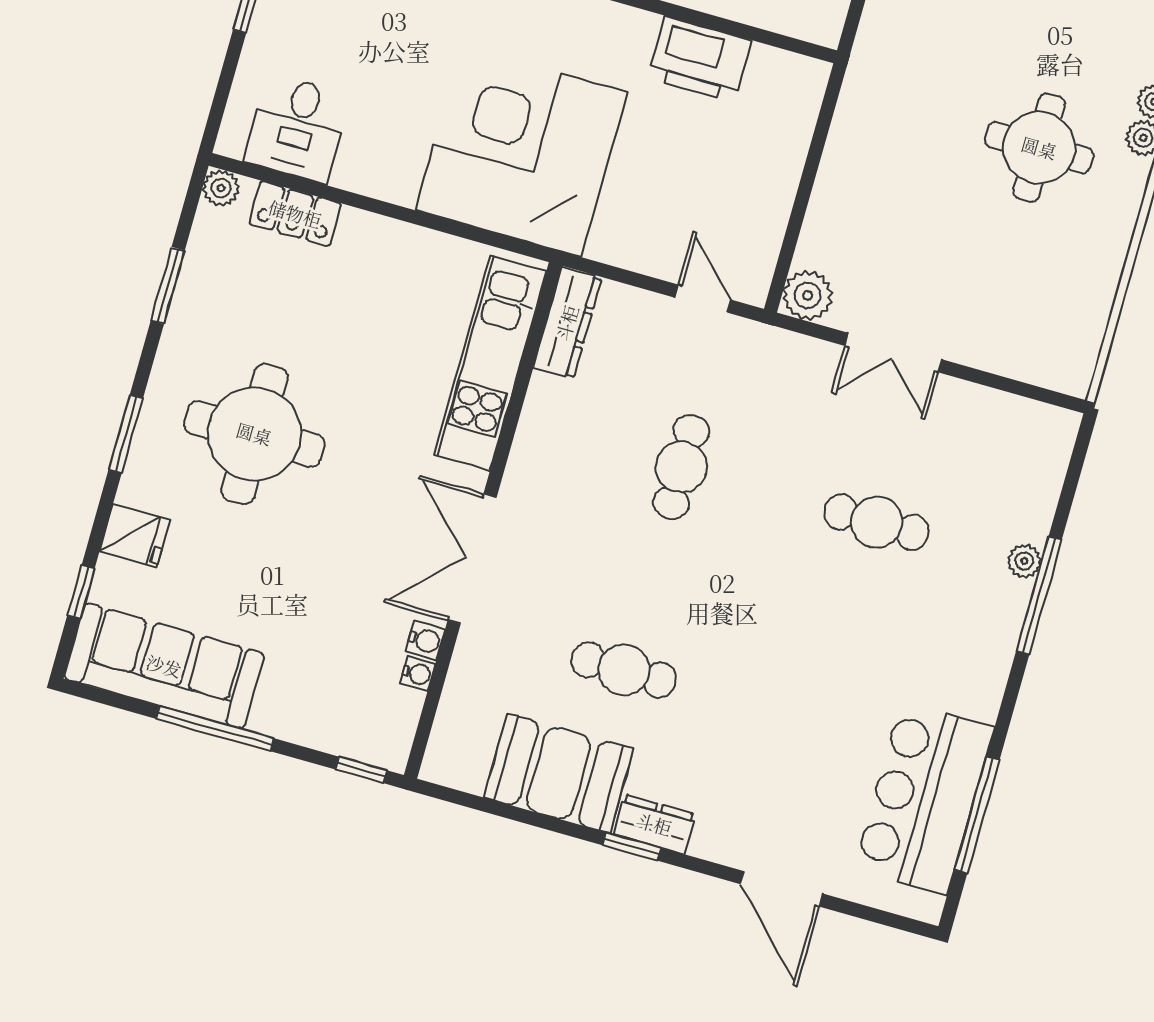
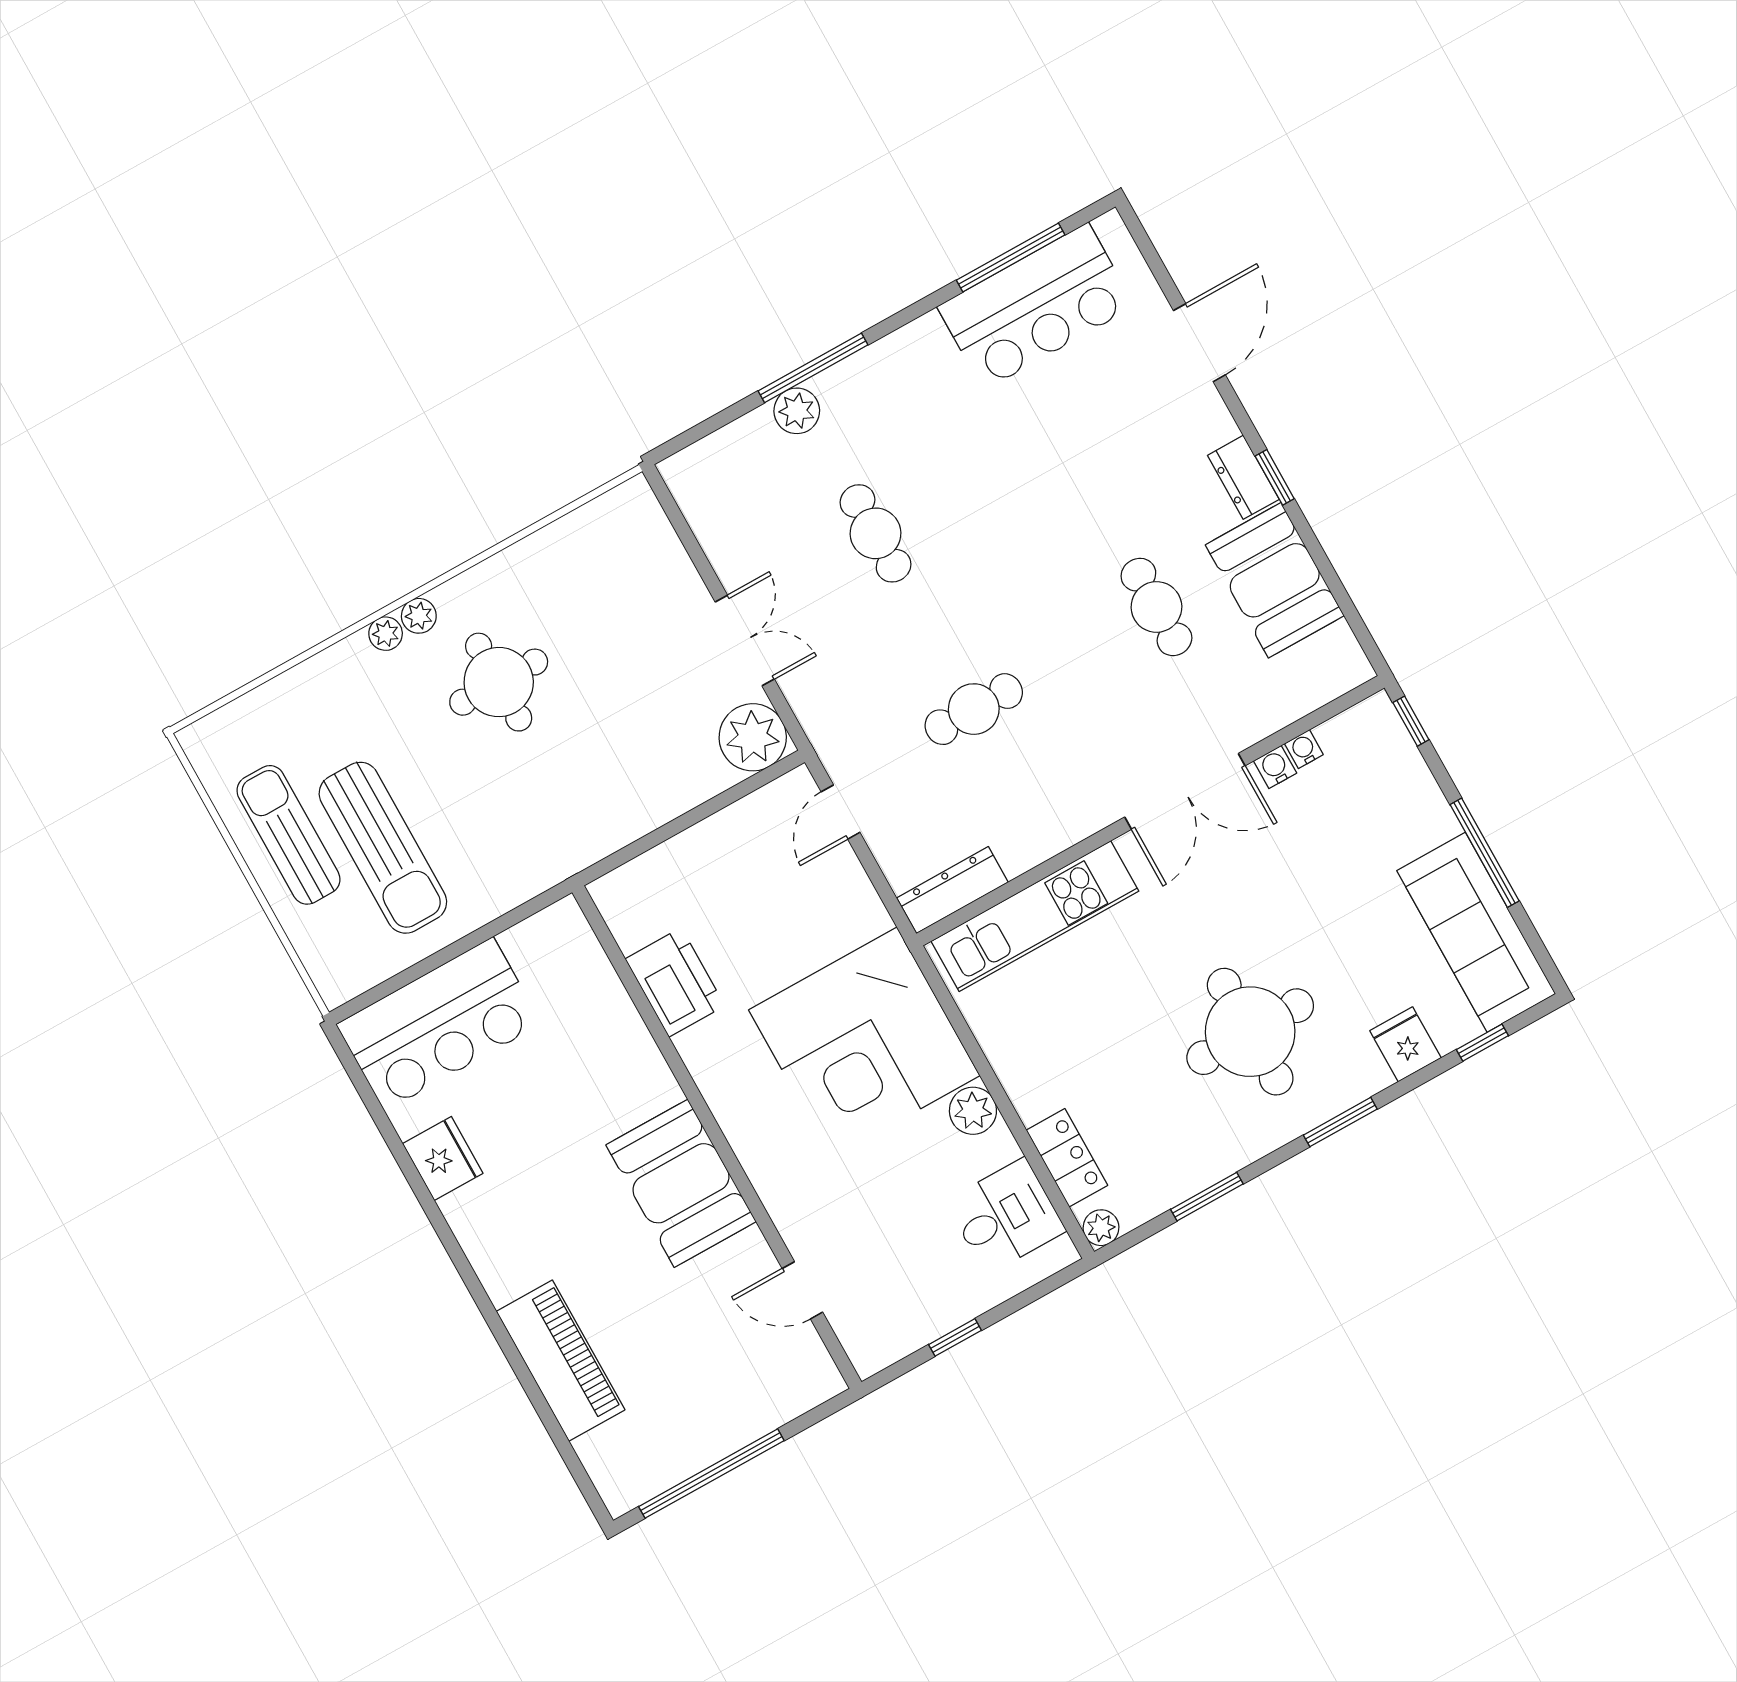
plant: (396, 180) -> (973, 1111), added
plant: (808, 295) -> (753, 737), width x1.36, depth x1.36
plant: (1024, 561) -> (797, 411), width x1.38, depth x1.38

